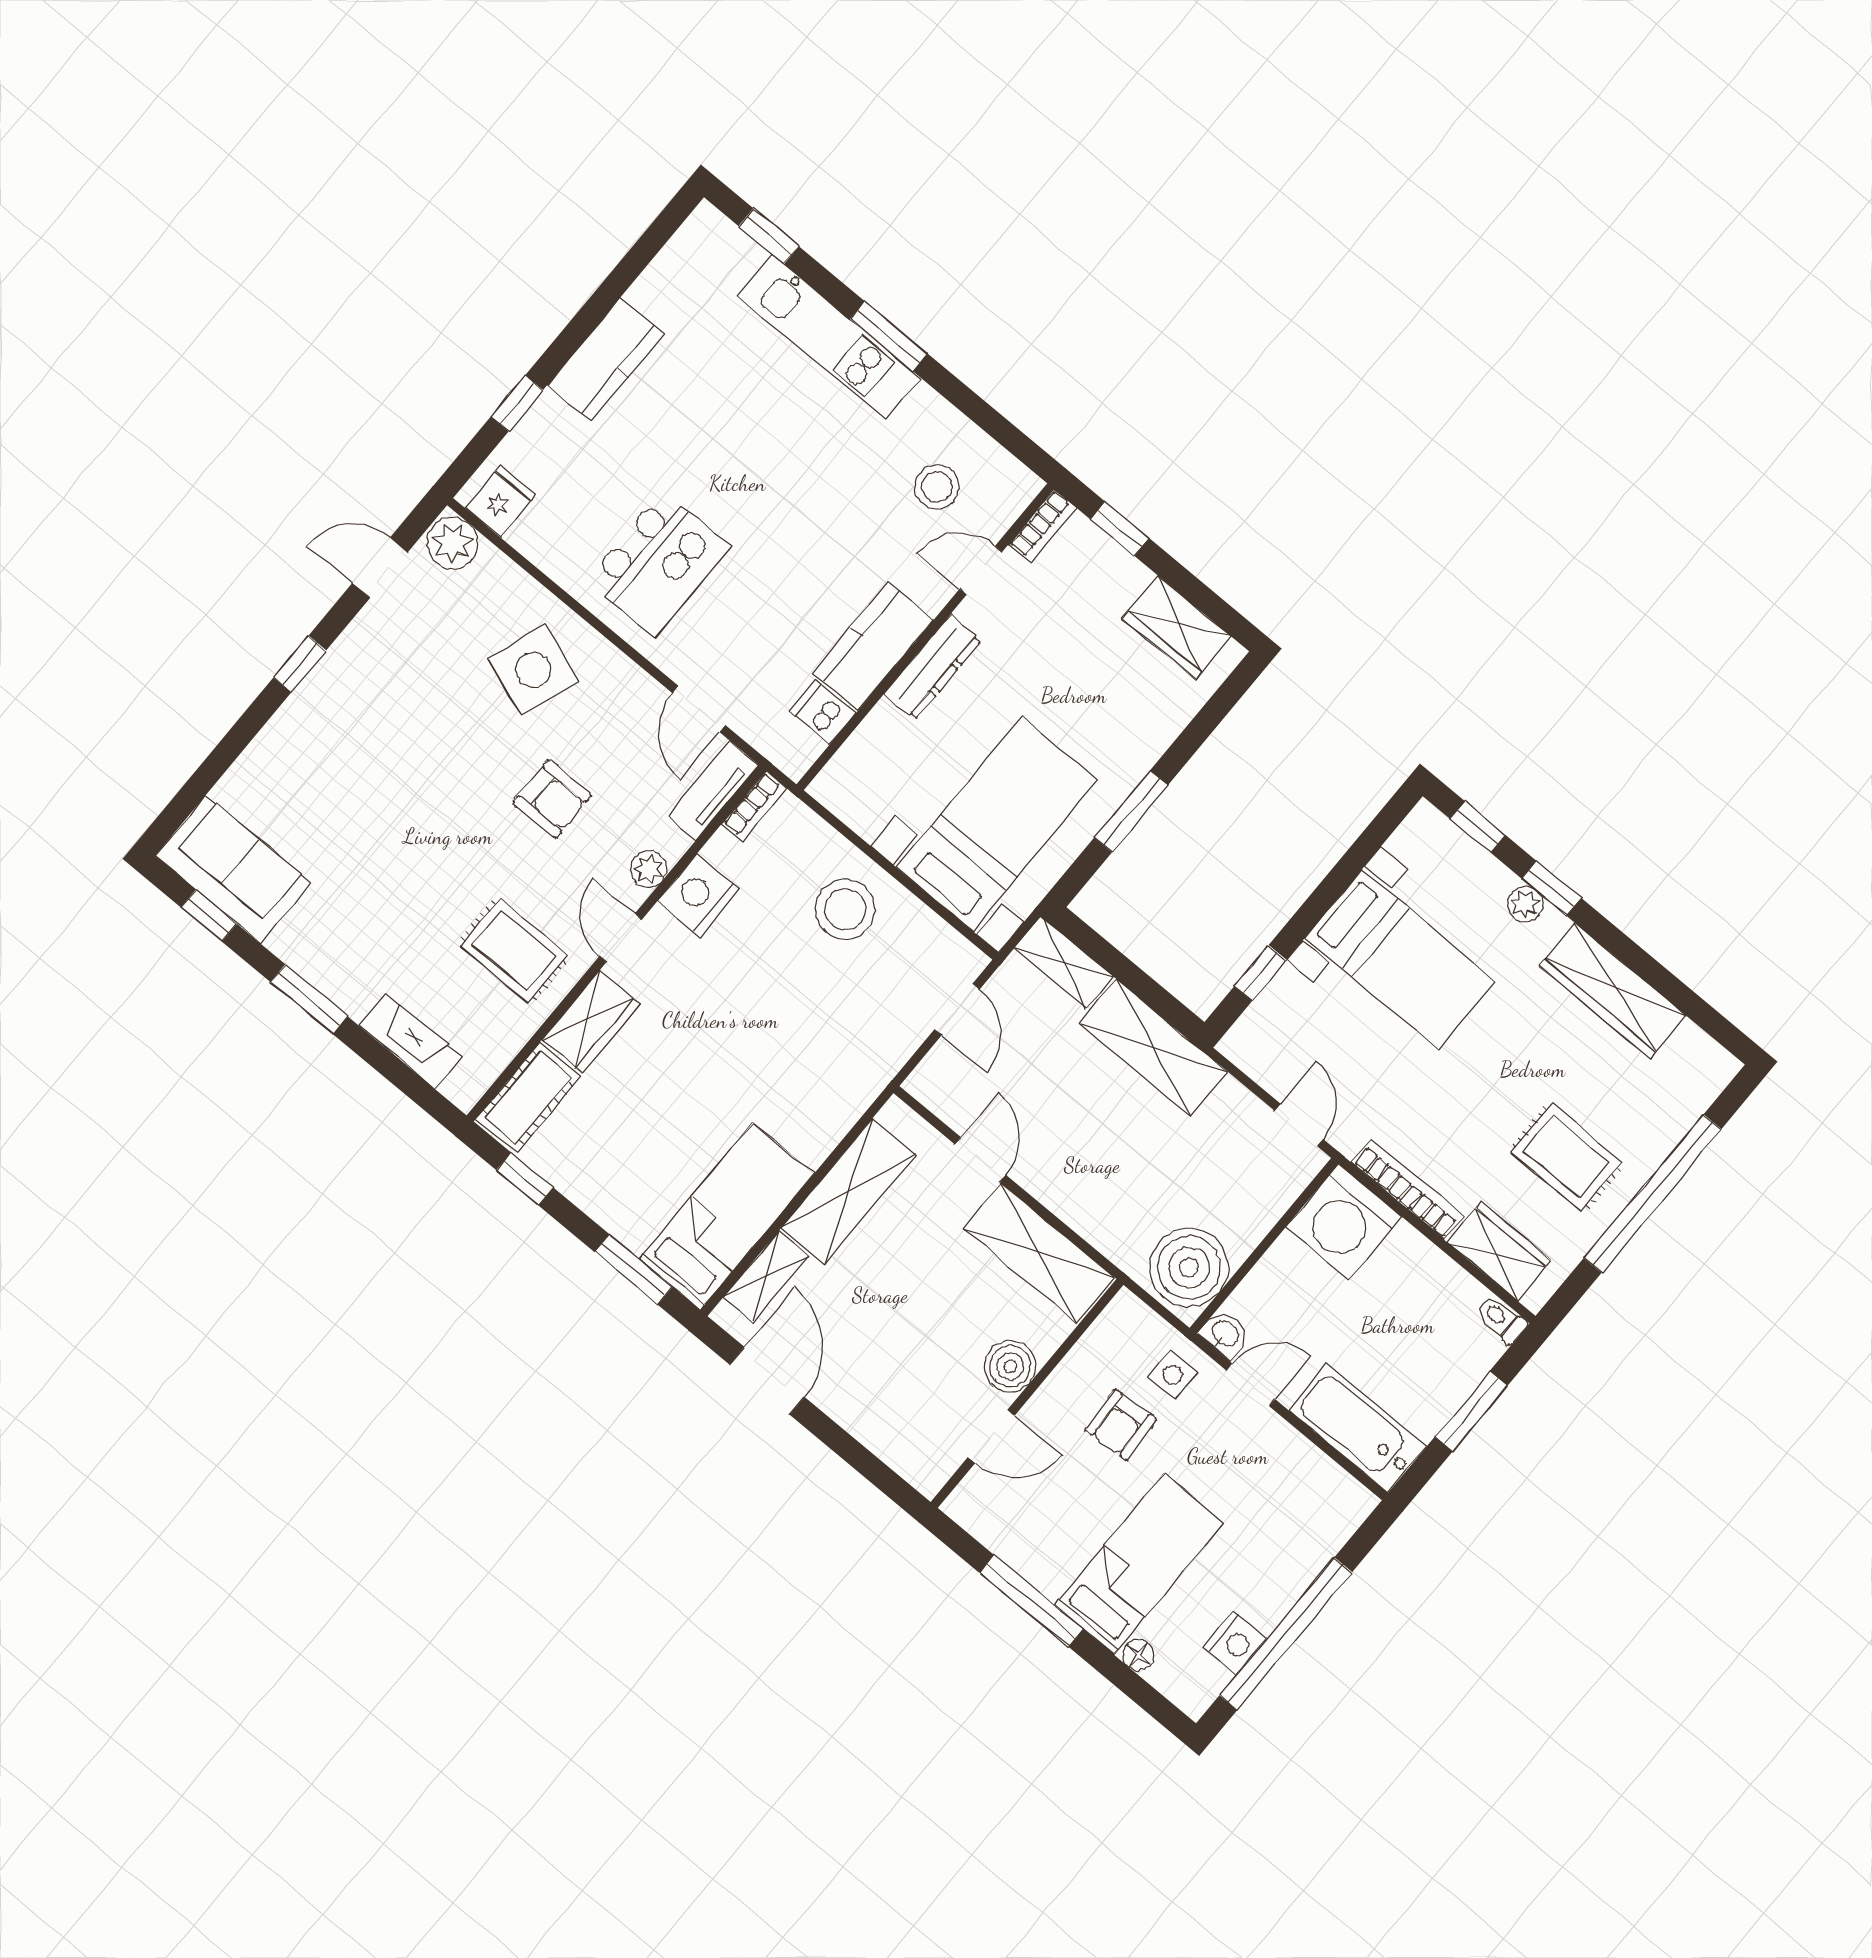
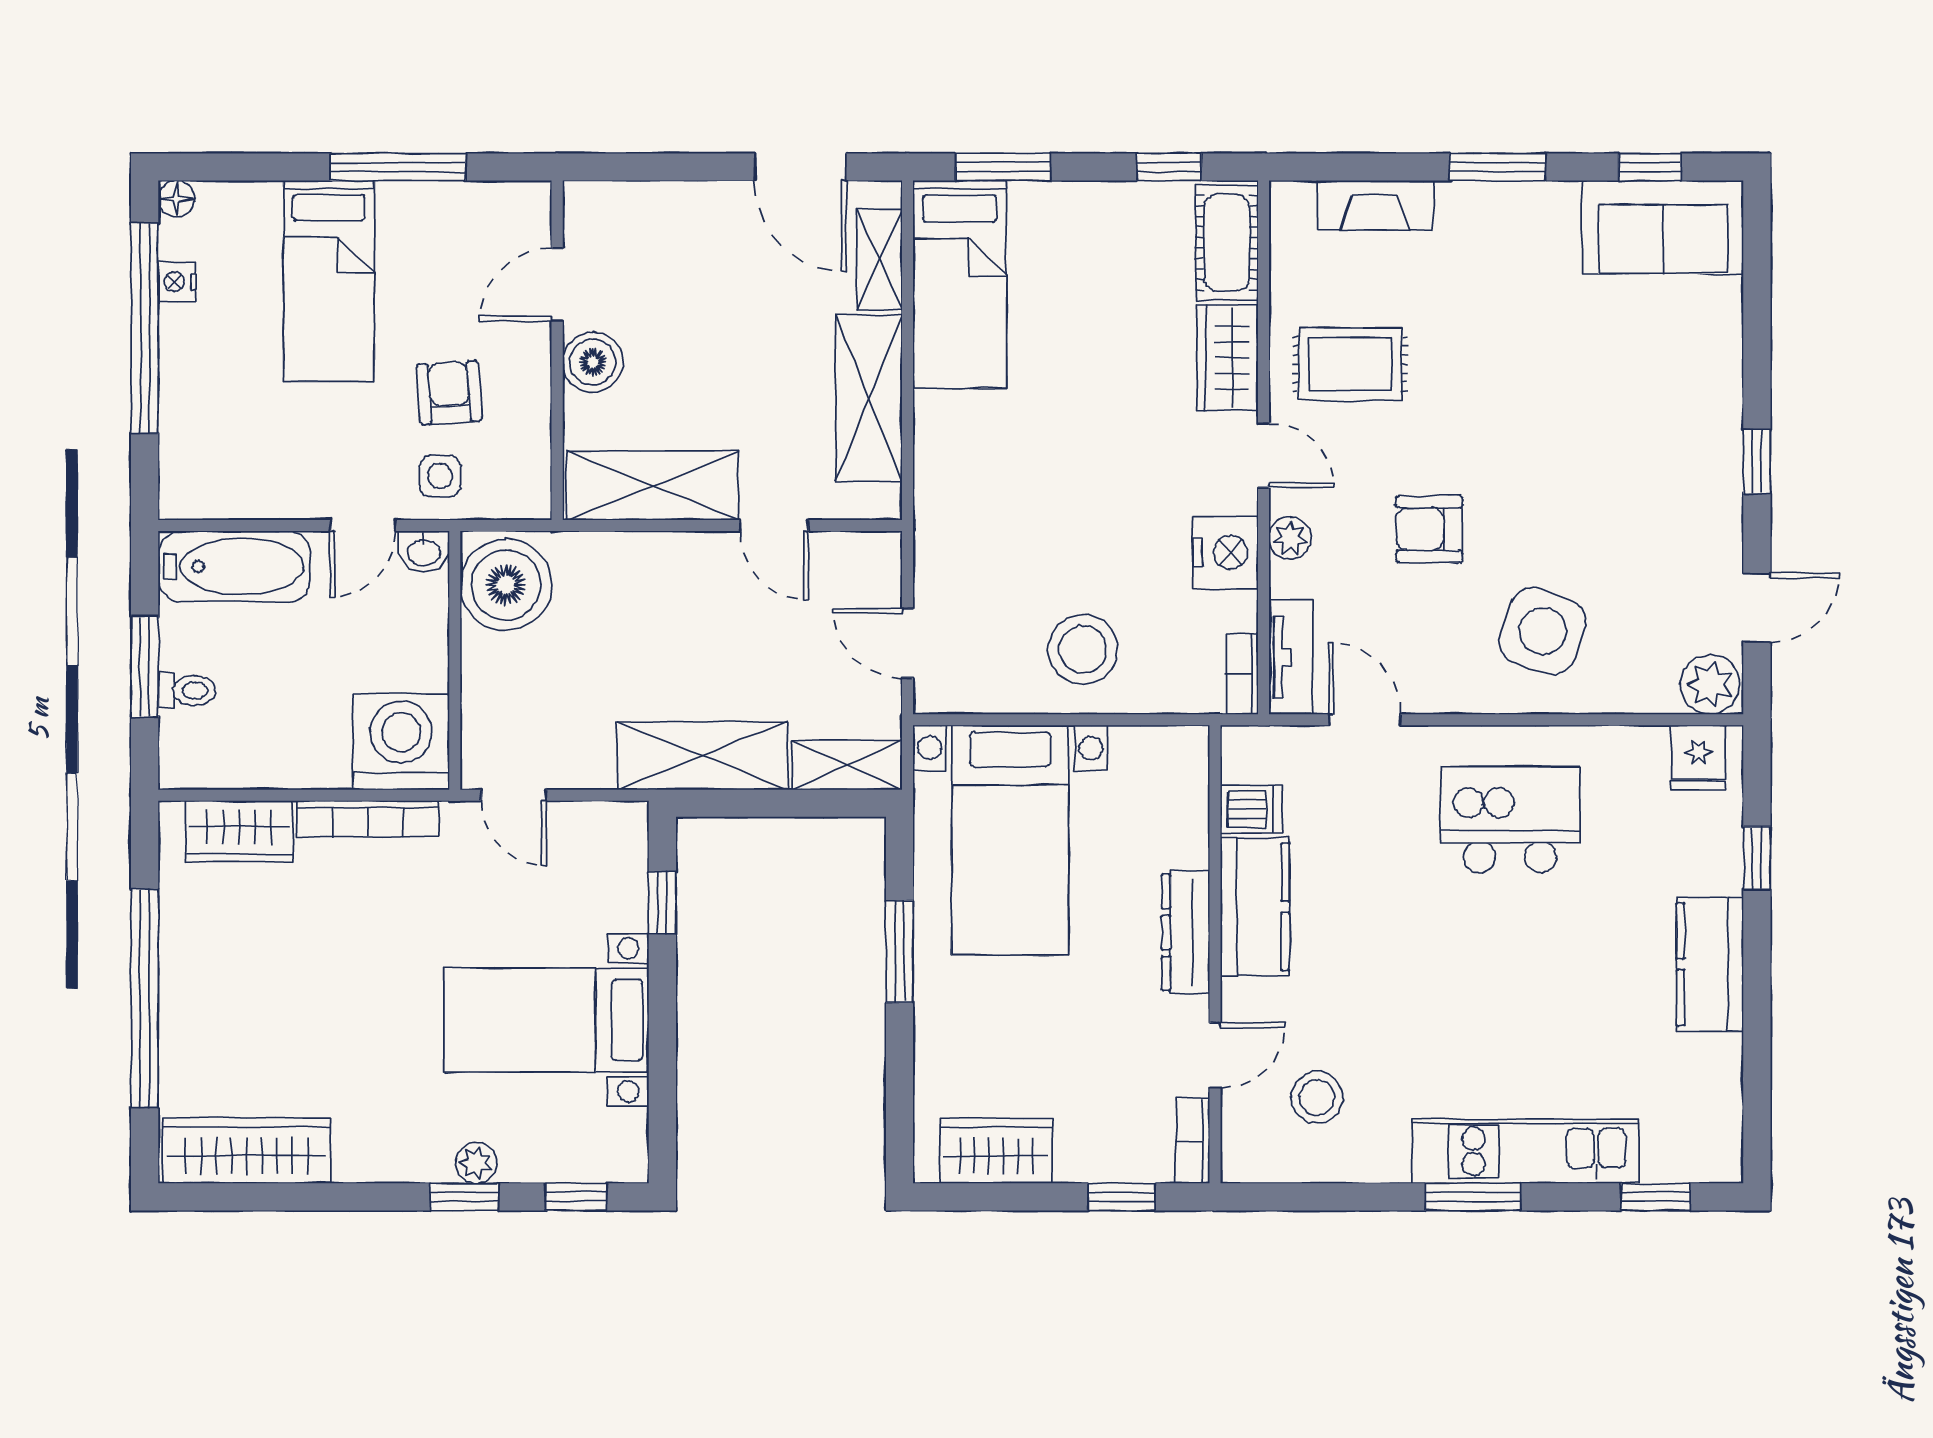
kitchen island: (658, 564) -> (1510, 820), turned 90
wardrobe: (1613, 991) -> (247, 1151), moved
rug: (1567, 1157) -> (249, 967), removed
toilet: (1501, 1319) -> (187, 690), moved
nightstand: (1235, 1643) -> (177, 282), width x0.72, depth x0.74
floor lamp: (1138, 1655) -> (176, 199), moved

